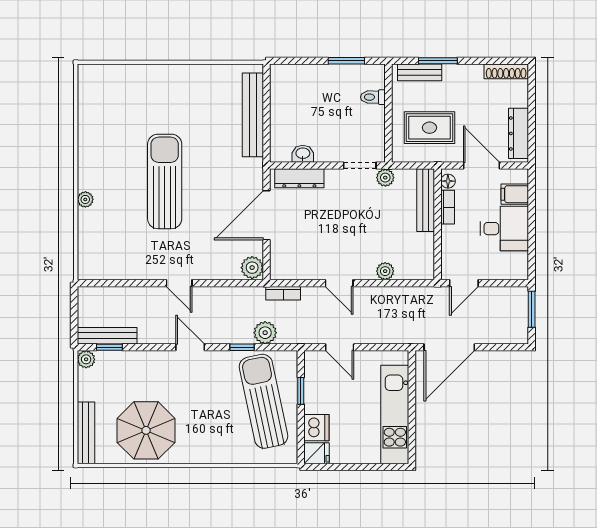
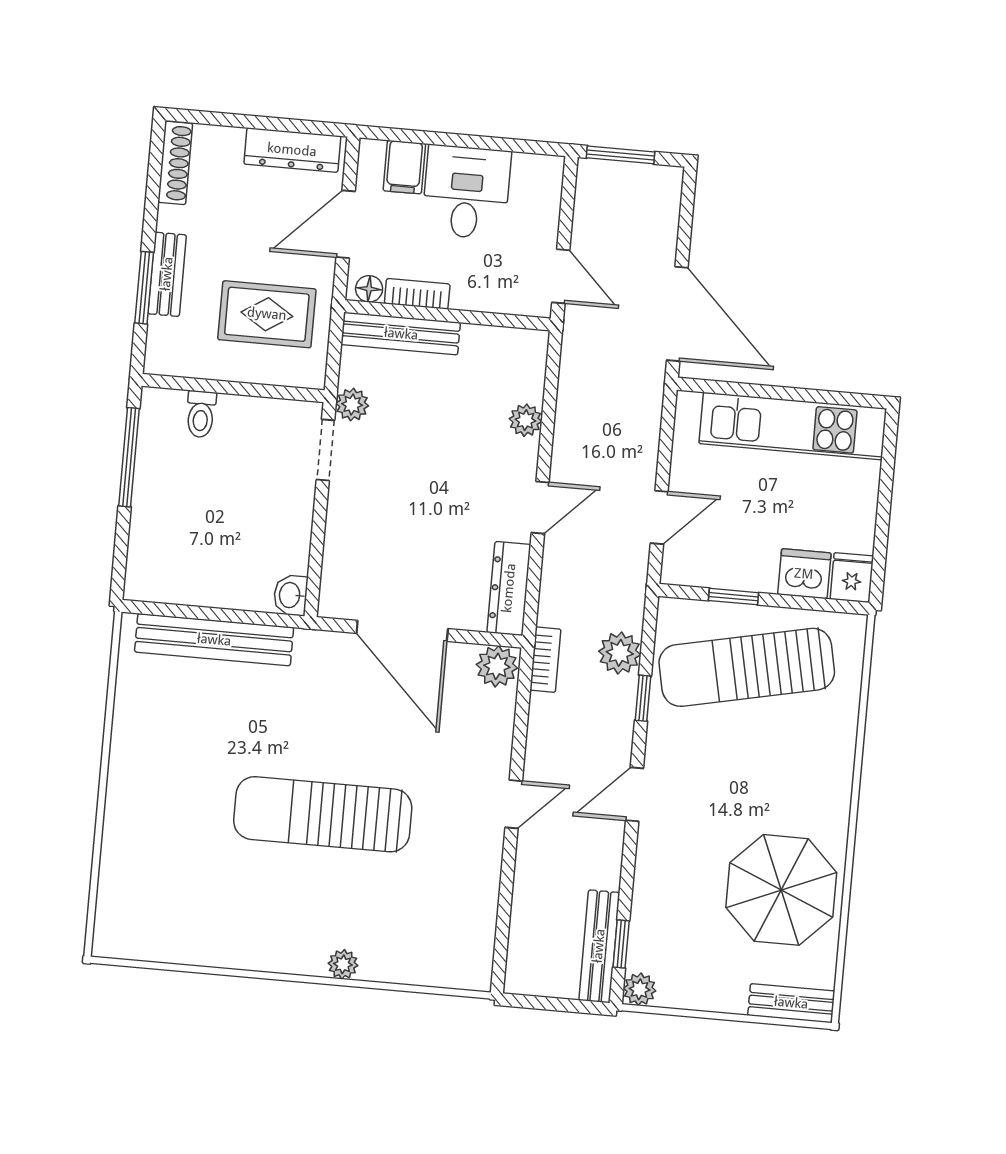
window: (346, 61) -> (129, 457), width x1.44
bench: (420, 72) -> (167, 274), moved
rug: (429, 128) -> (267, 314), turned 90
washbasin: (303, 154) -> (291, 595), moved
dresser: (299, 178) -> (509, 588), moved, turned 180
bookcase: (283, 293) -> (545, 660), moved
bench: (86, 433) -> (791, 1003), width x0.73

